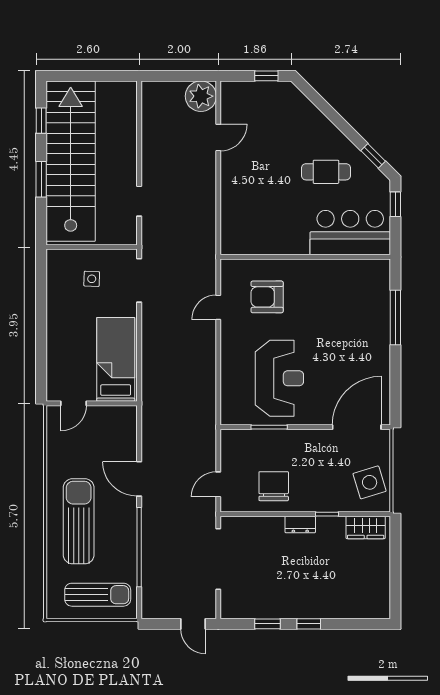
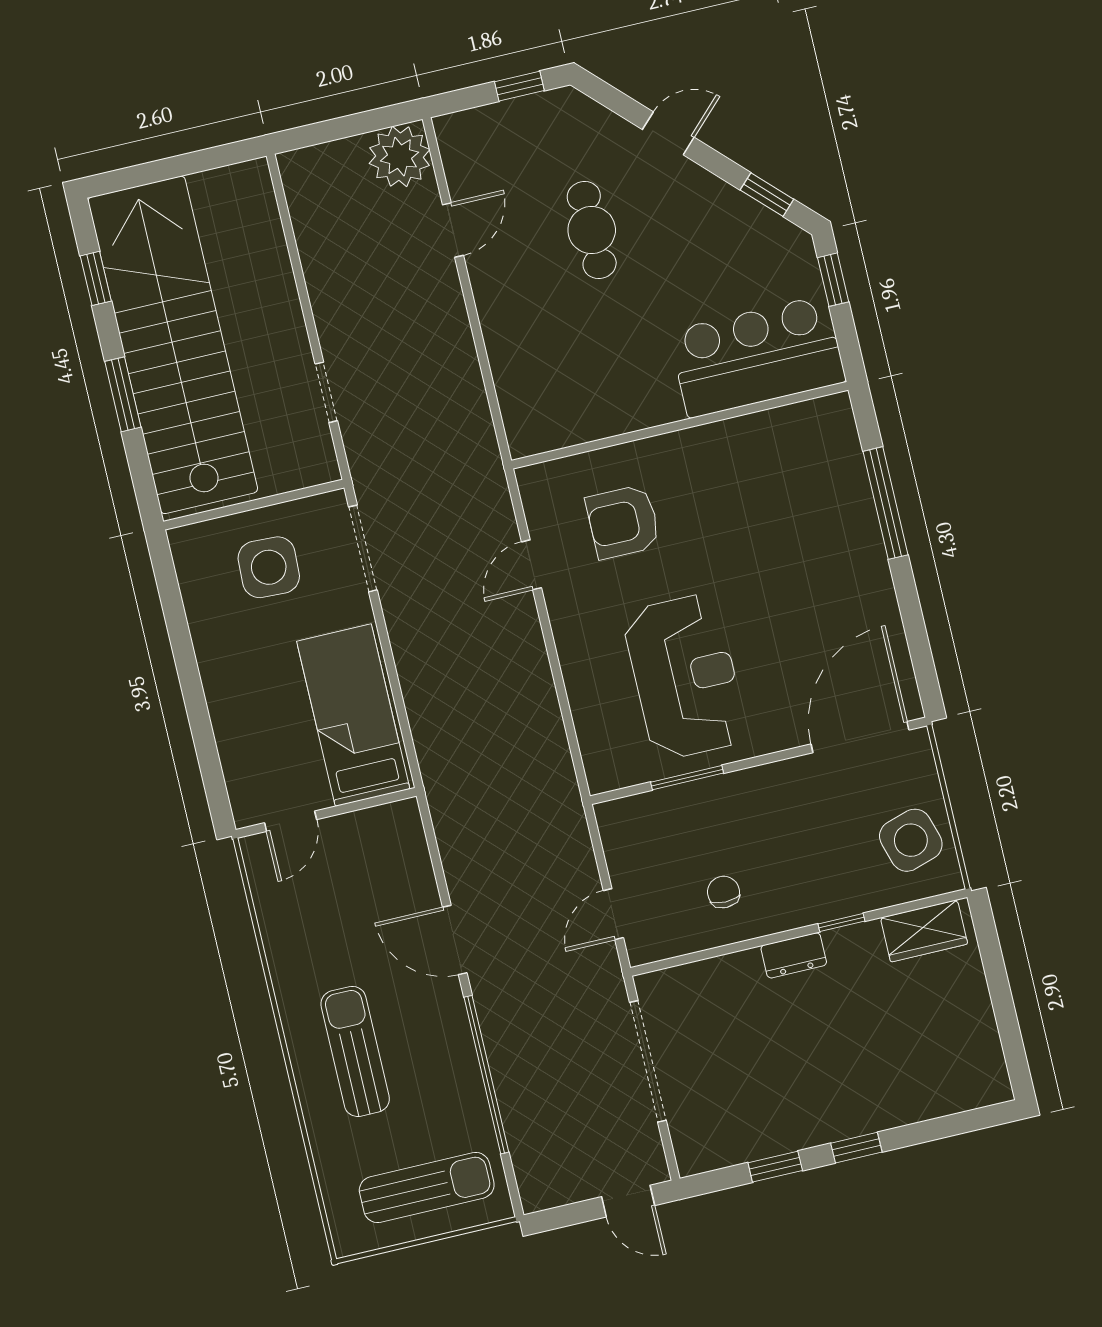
door: (333, 115) -> (668, 133), added
cafe table: (326, 172) -> (592, 230), moved, turned 90
side table: (92, 279) -> (269, 567), width x1.87, depth x1.87
chair: (274, 486) -> (724, 892), width x0.54, depth x0.54
sun lounger: (79, 521) -> (355, 1051), width x0.73, depth x0.75

